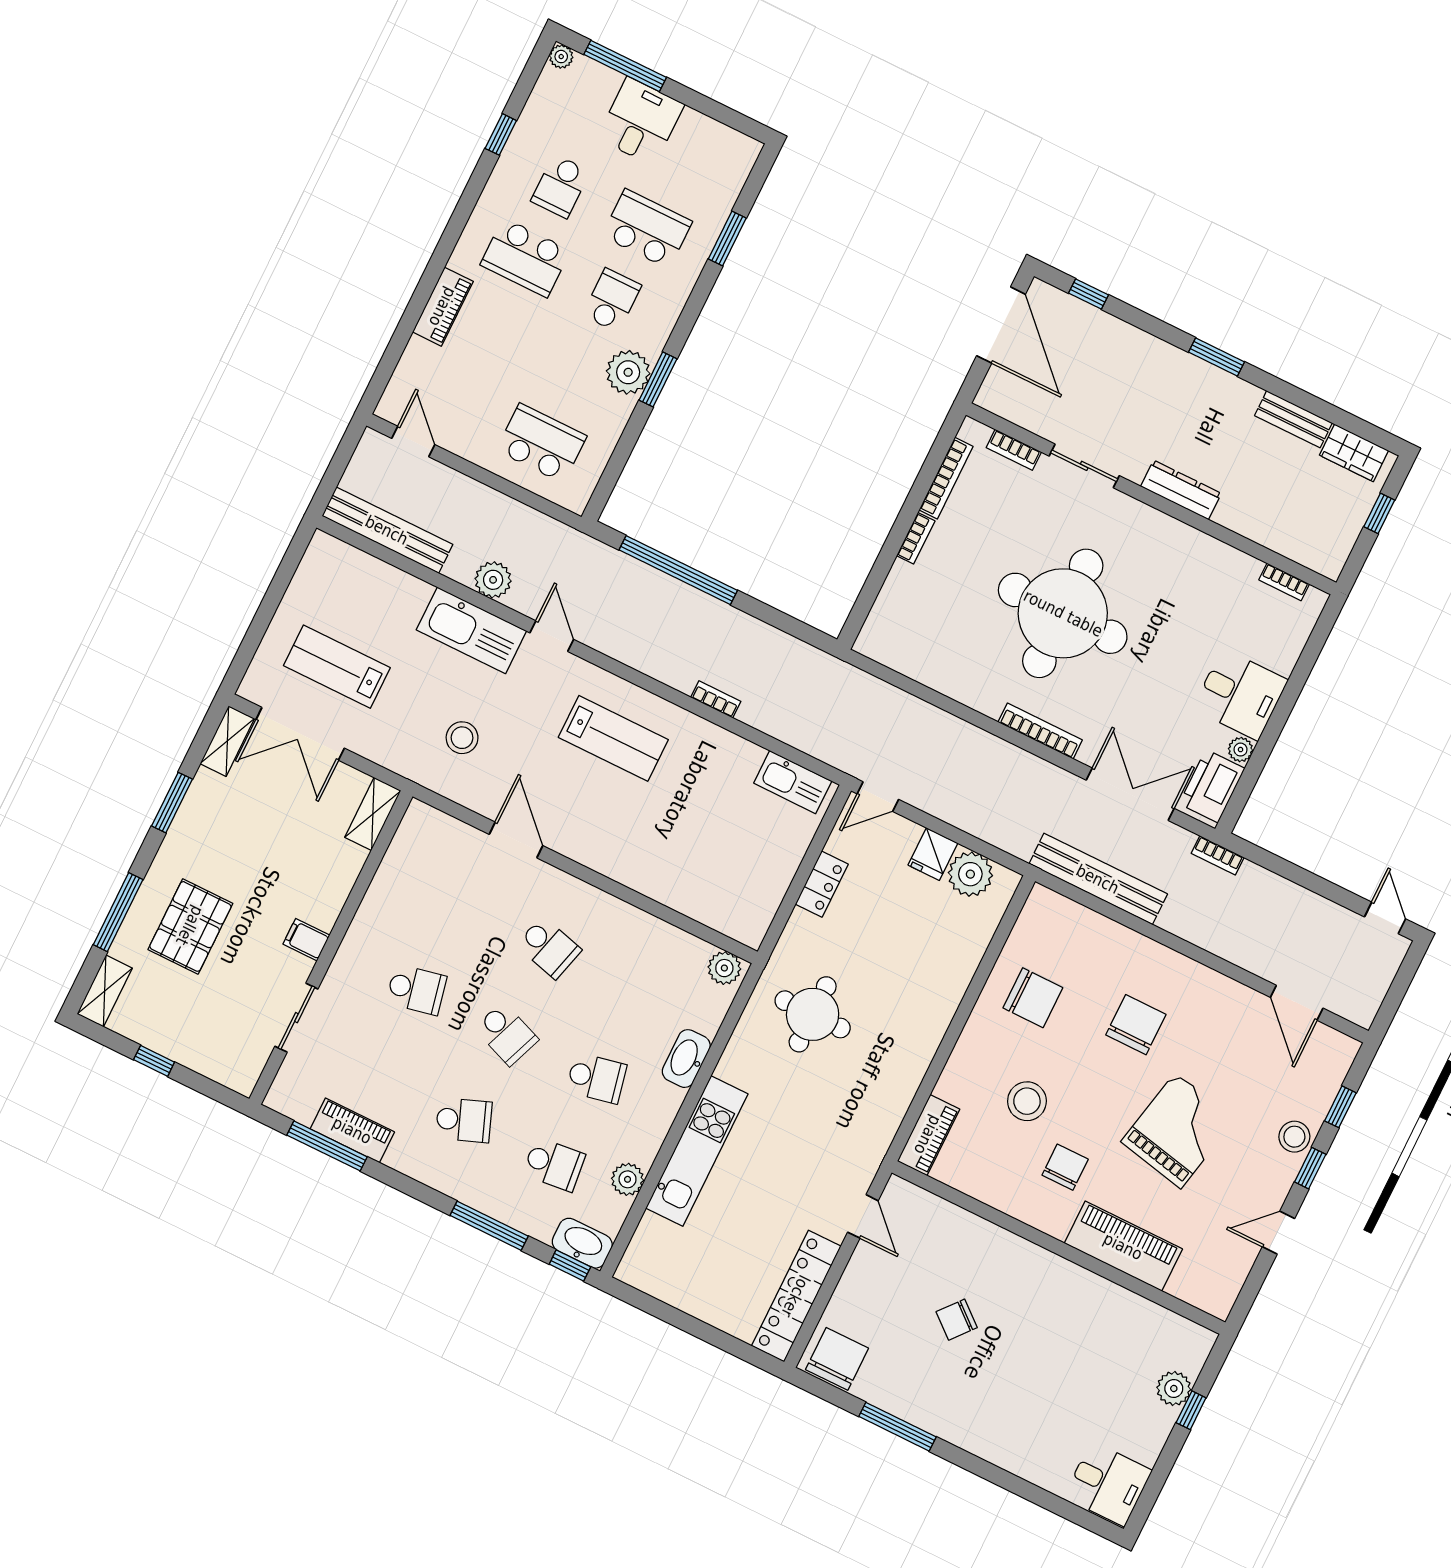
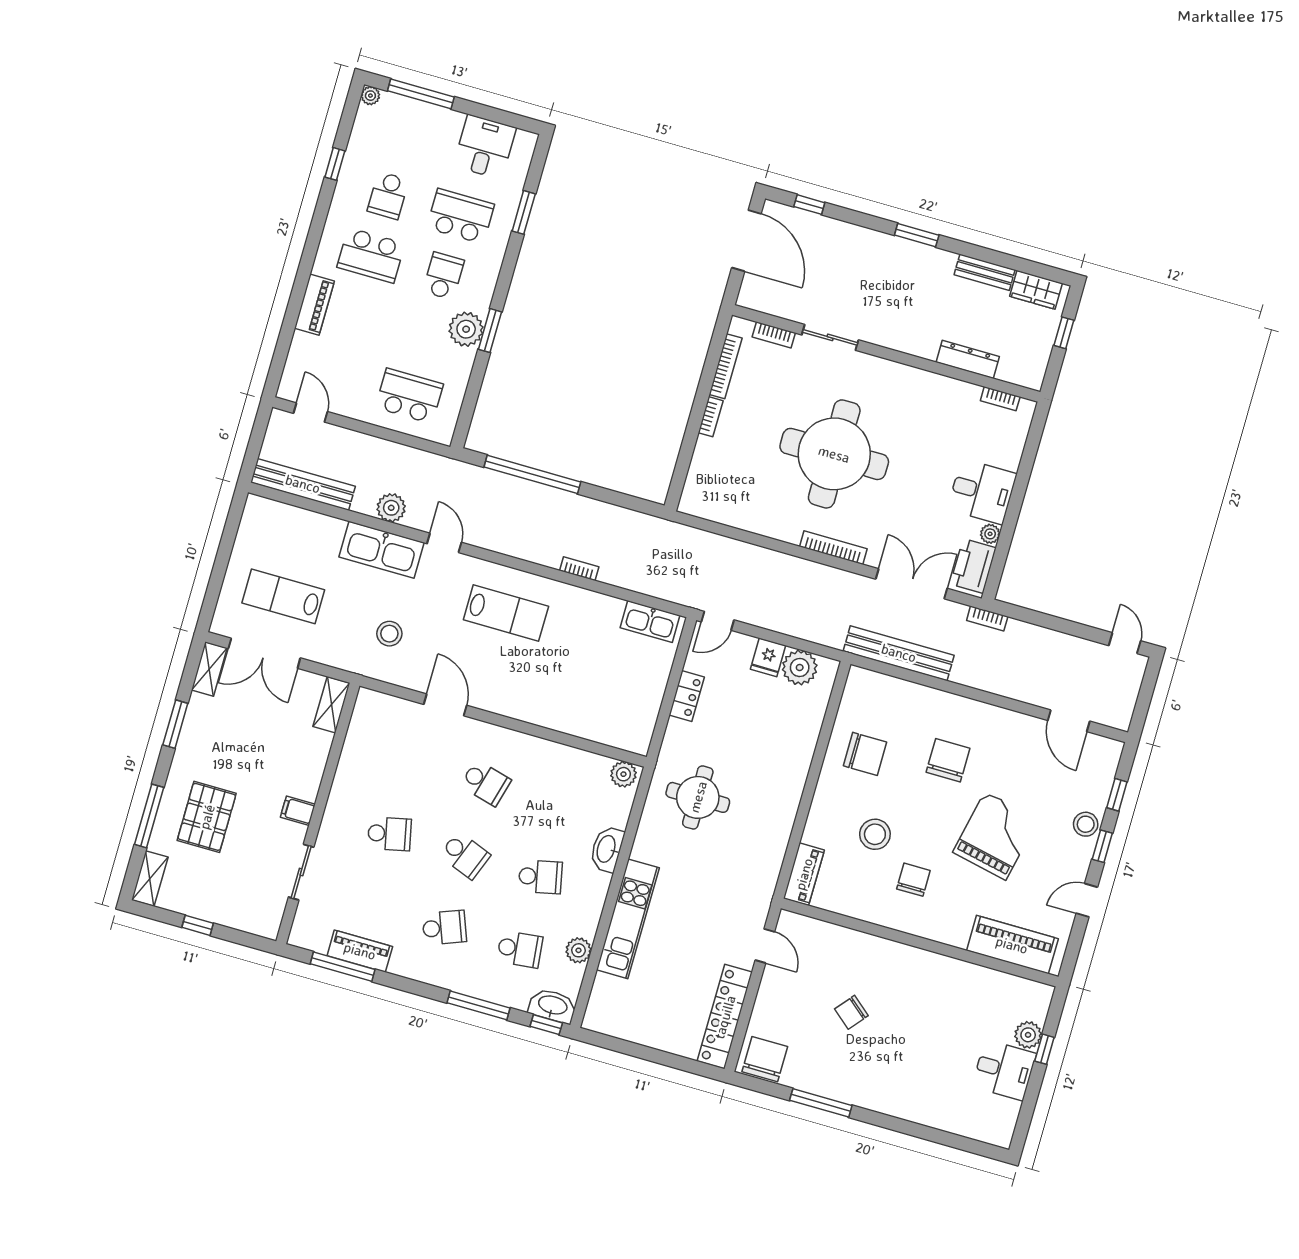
desk: (641, 121) -> (485, 147), moved
dresser: (1181, 490) -> (968, 359), moved
piano: (1123, 1246) -> (1012, 945), moved
desk: (1108, 1484) -> (1004, 1070), moved

